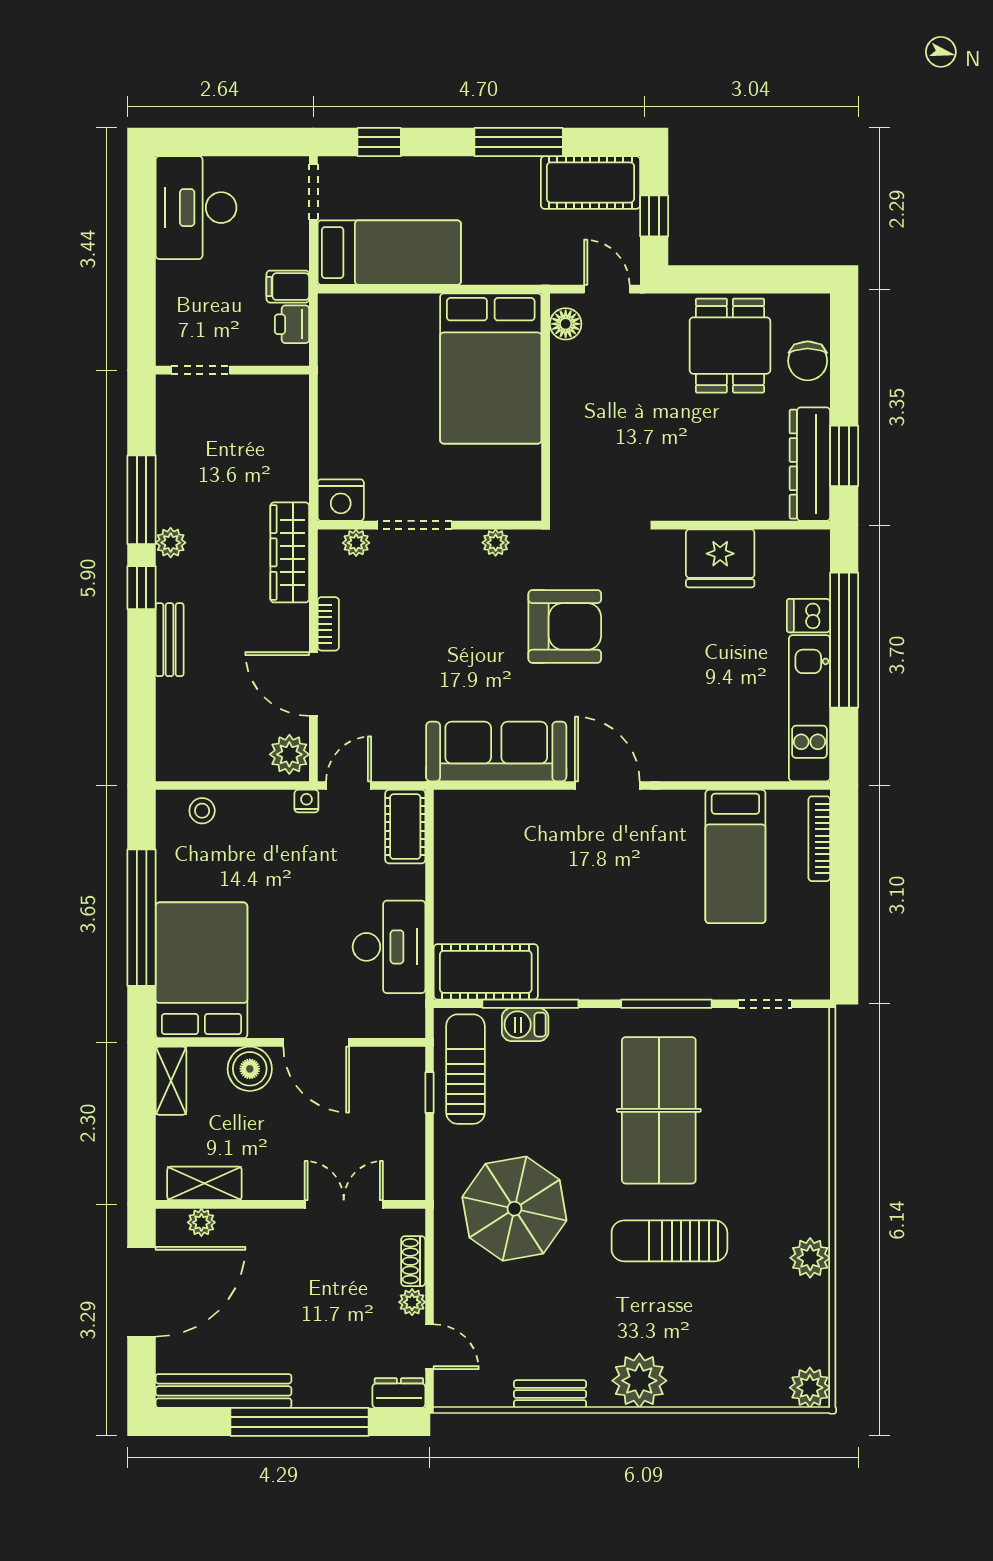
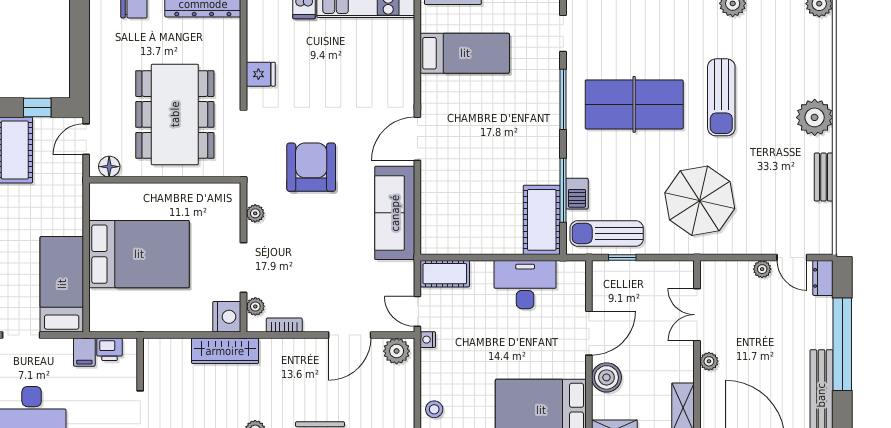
dining table: (730, 346) -> (175, 114), moved, width x1.88, depth x1.24
bed: (491, 368) -> (139, 254), moved
wardrobe: (290, 552) -> (225, 351), moved
fridge: (720, 558) -> (261, 74), width x0.53, depth x0.75
bookcase: (328, 624) -> (284, 325), moved
plant: (201, 1222) -> (709, 361), moved
shoe rack: (413, 1261) -> (735, 268), removed
door: (430, 1347) -> (792, 257), swing flipped

